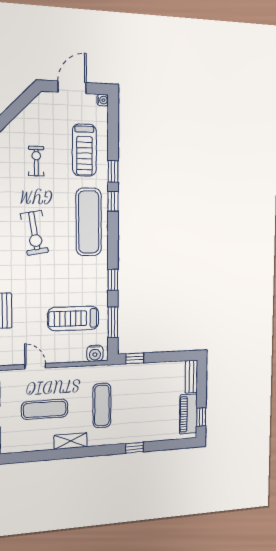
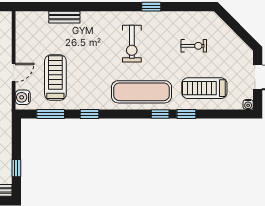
exercise bike: (34, 233) -> (132, 44), turned -81
window: (135, 358) -> (16, 168), moved
door: (35, 366) -> (14, 73), moved

